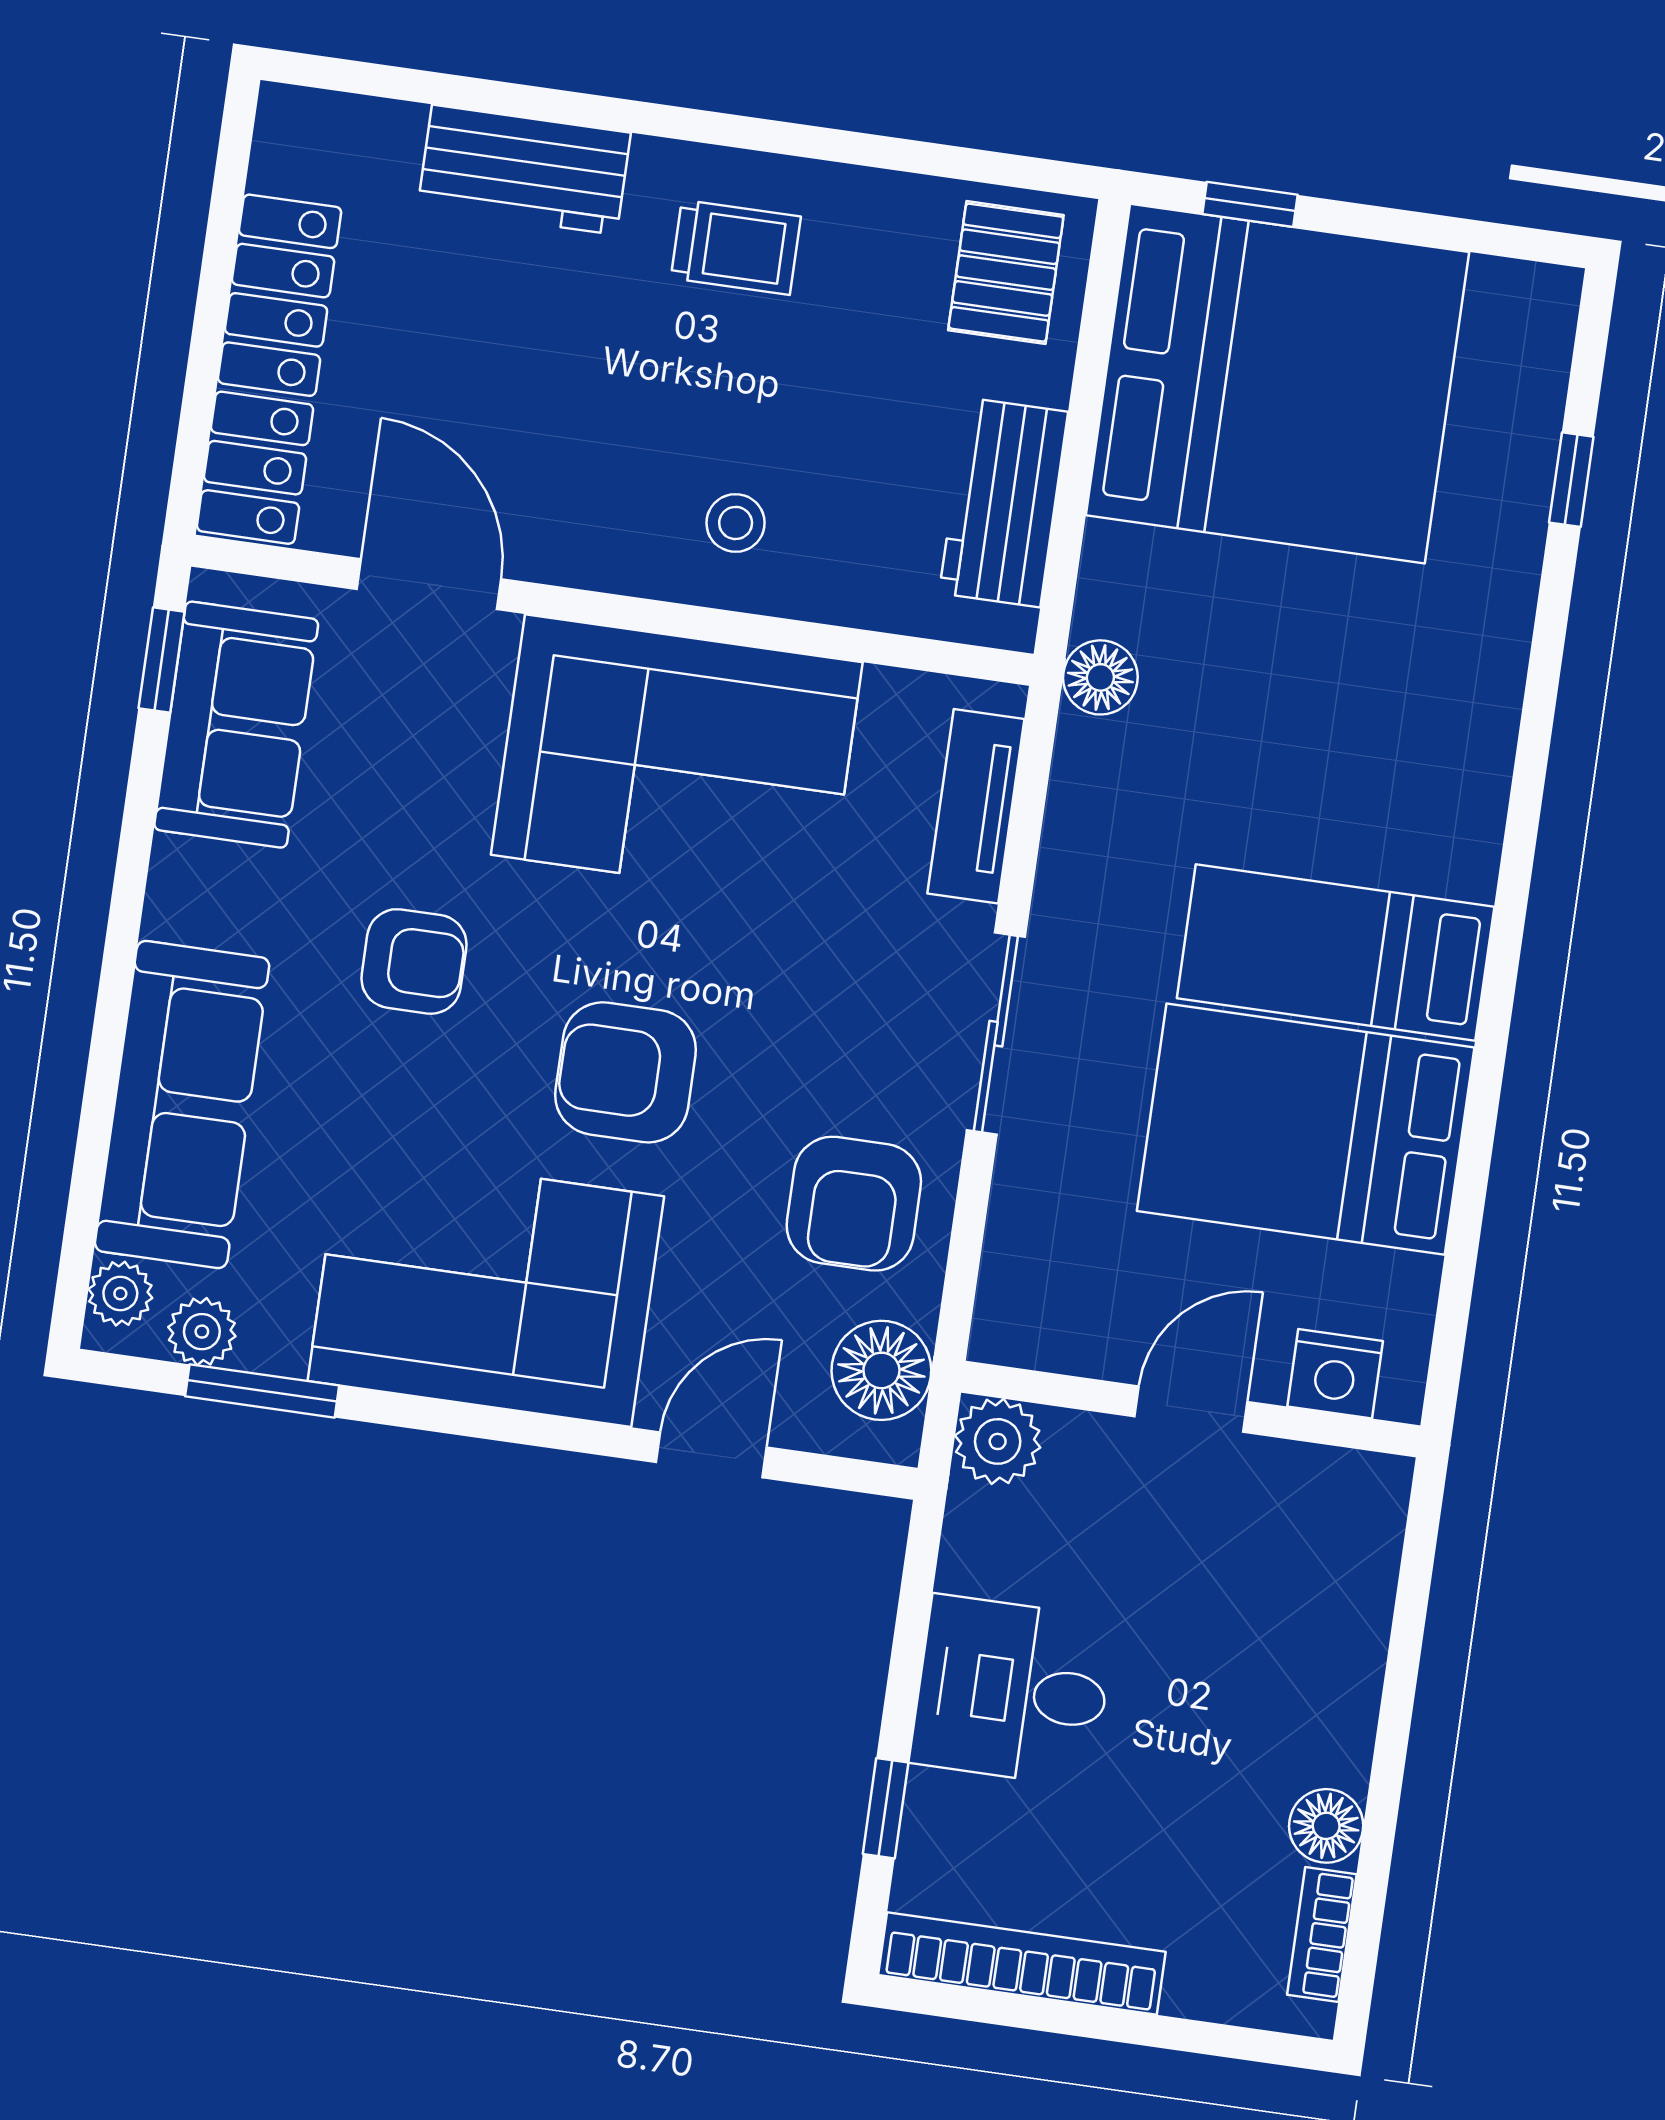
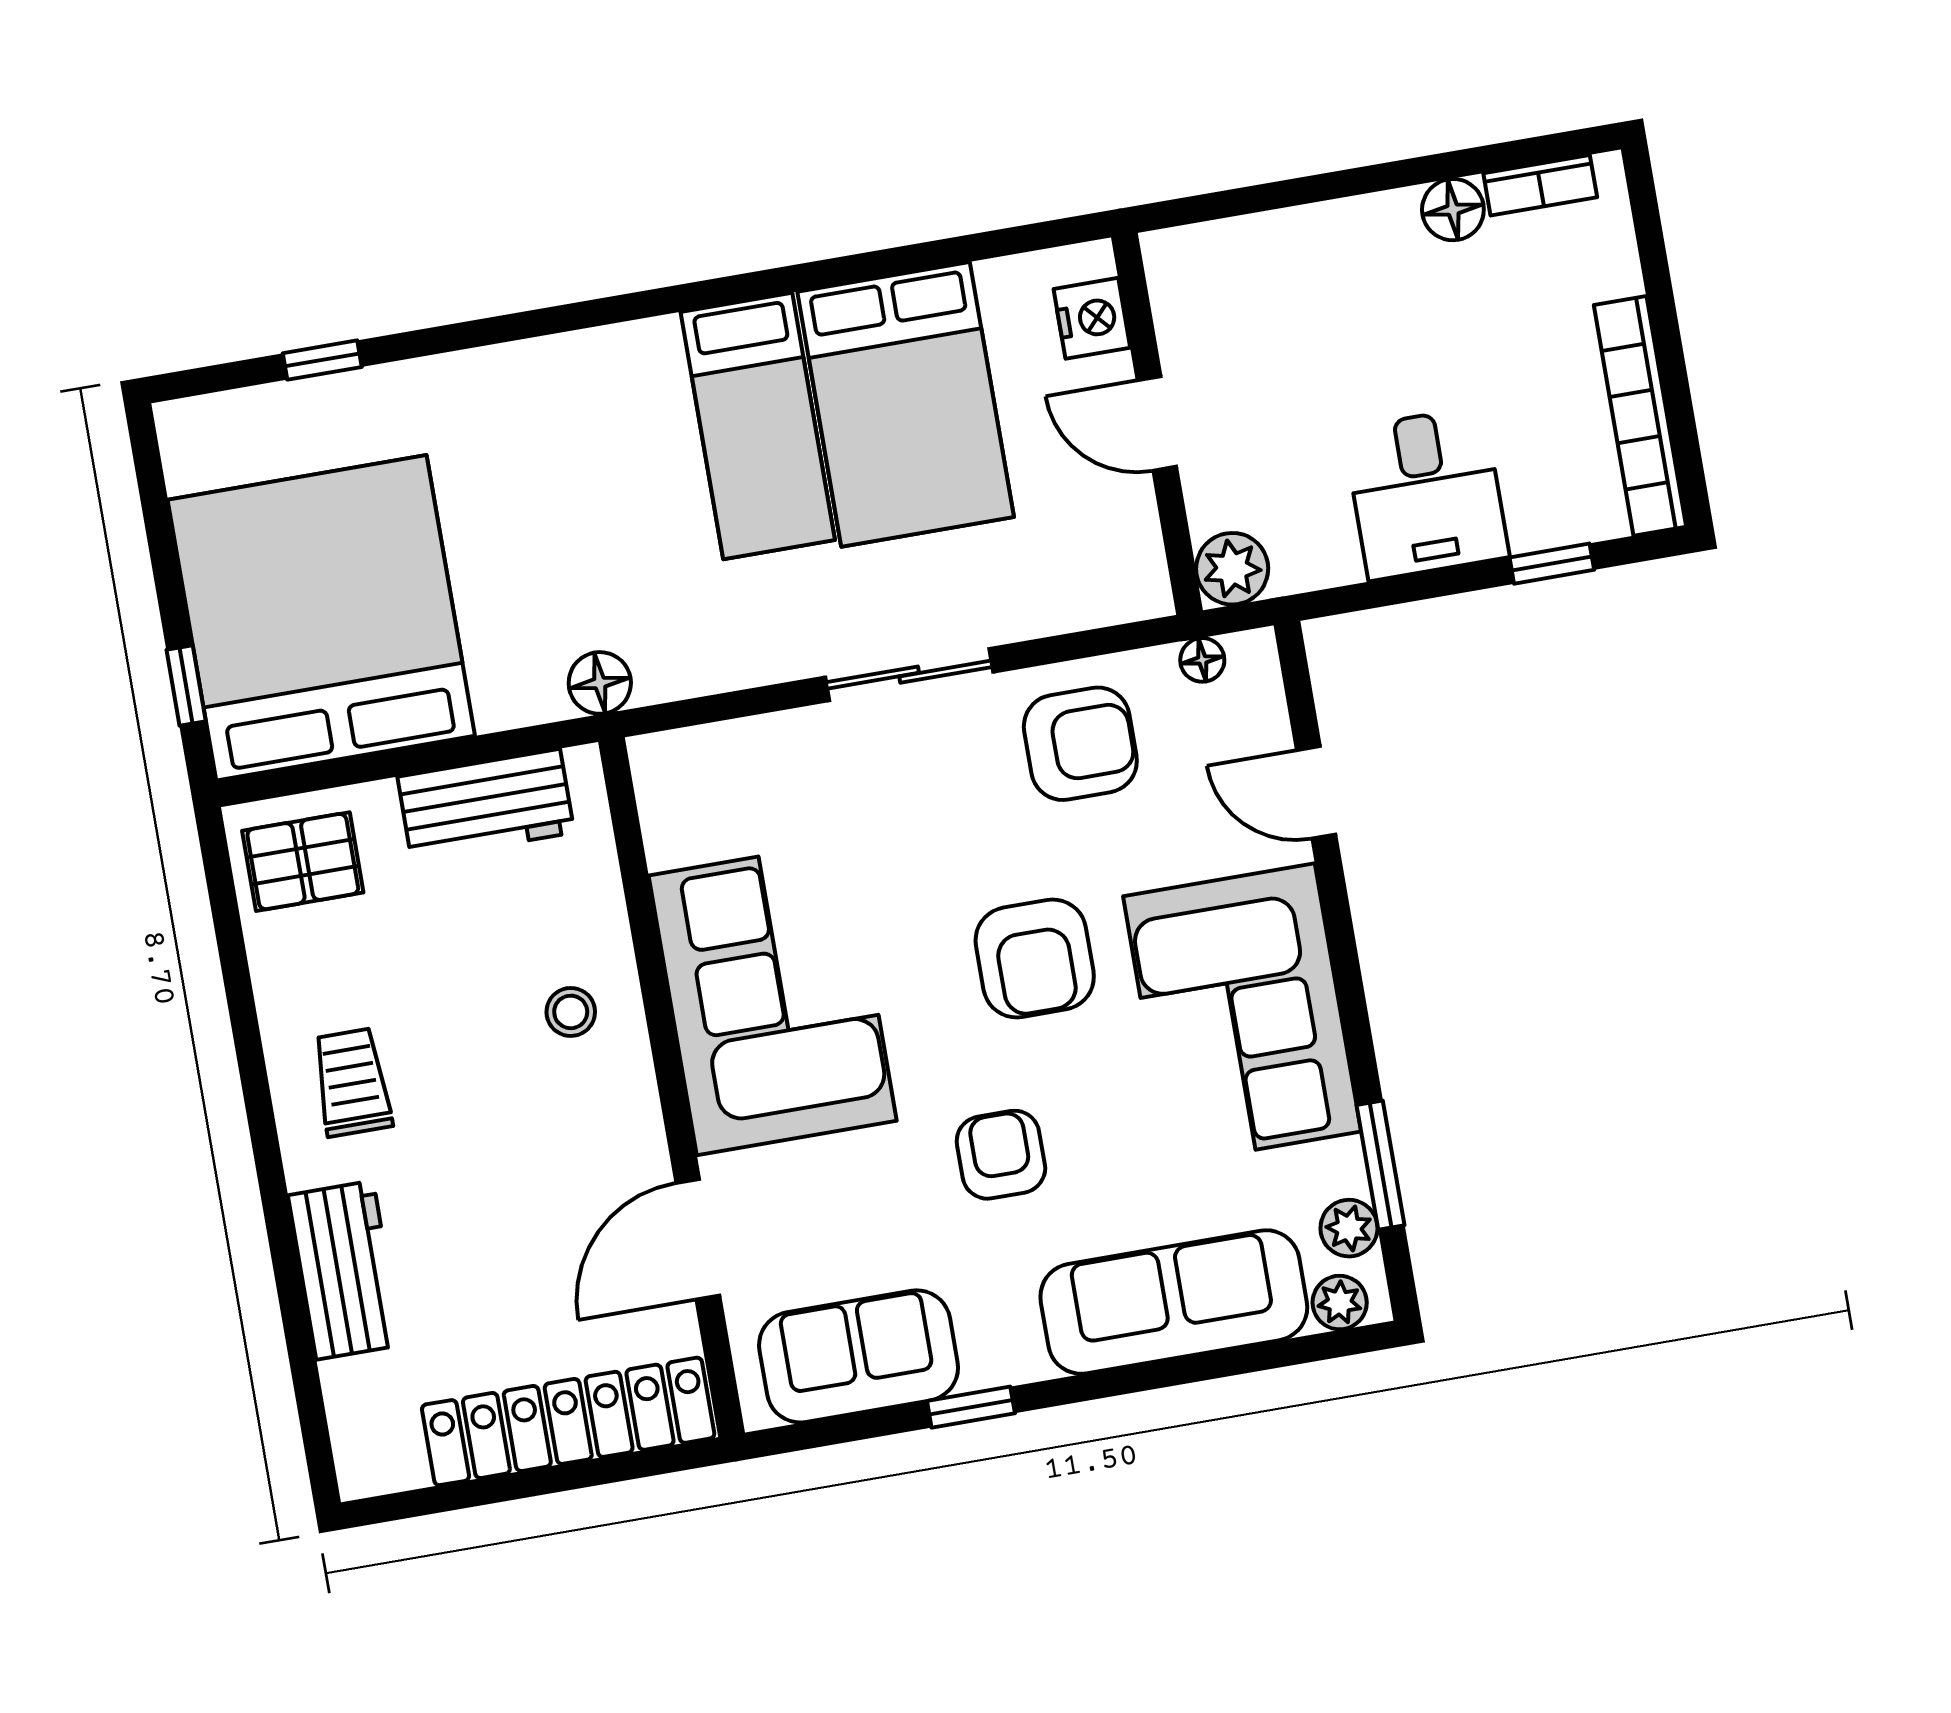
window: (162, 660) -> (971, 1407), moved
tv unit: (976, 806) -> (734, 749), removed
floor lamp: (881, 1370) -> (1202, 660), width x0.53, depth x0.53

